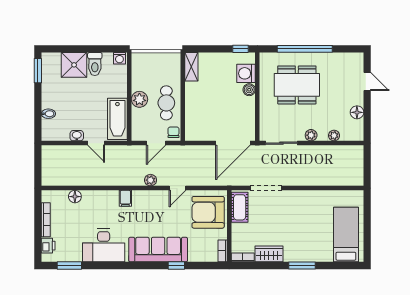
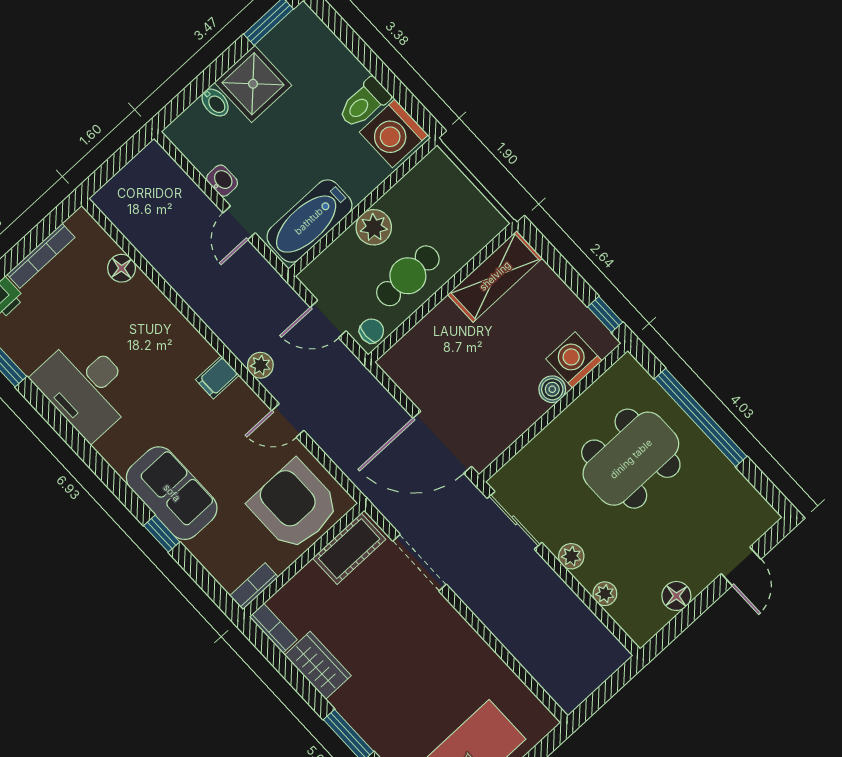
washing machine: (119, 58) -> (394, 133), width x1.89, depth x1.89
shower: (74, 65) -> (253, 84), moved
shelving: (191, 67) -> (495, 276), width x1.50, depth x1.33
dining table: (297, 85) -> (631, 459), turned 90
filing cabinet: (125, 198) -> (217, 377), moved
sofa: (158, 250) -> (172, 493), width x0.73

